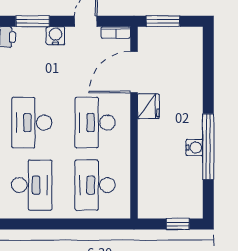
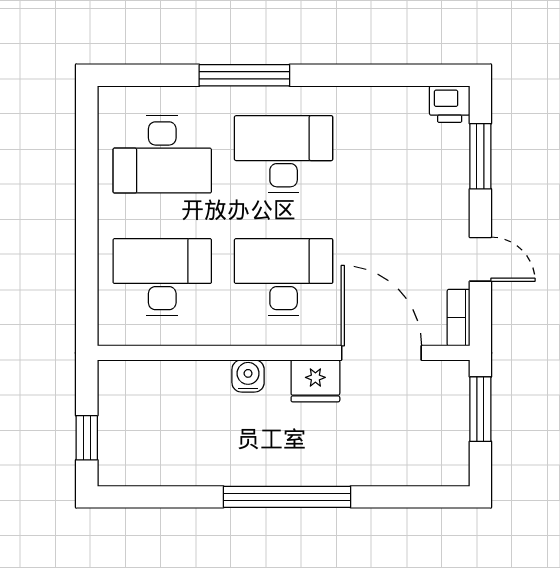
water cooler: (56, 36) -> (452, 201), removed
window: (208, 147) -> (287, 497), moved
water cooler: (194, 148) -> (248, 376), moved, turned 180

